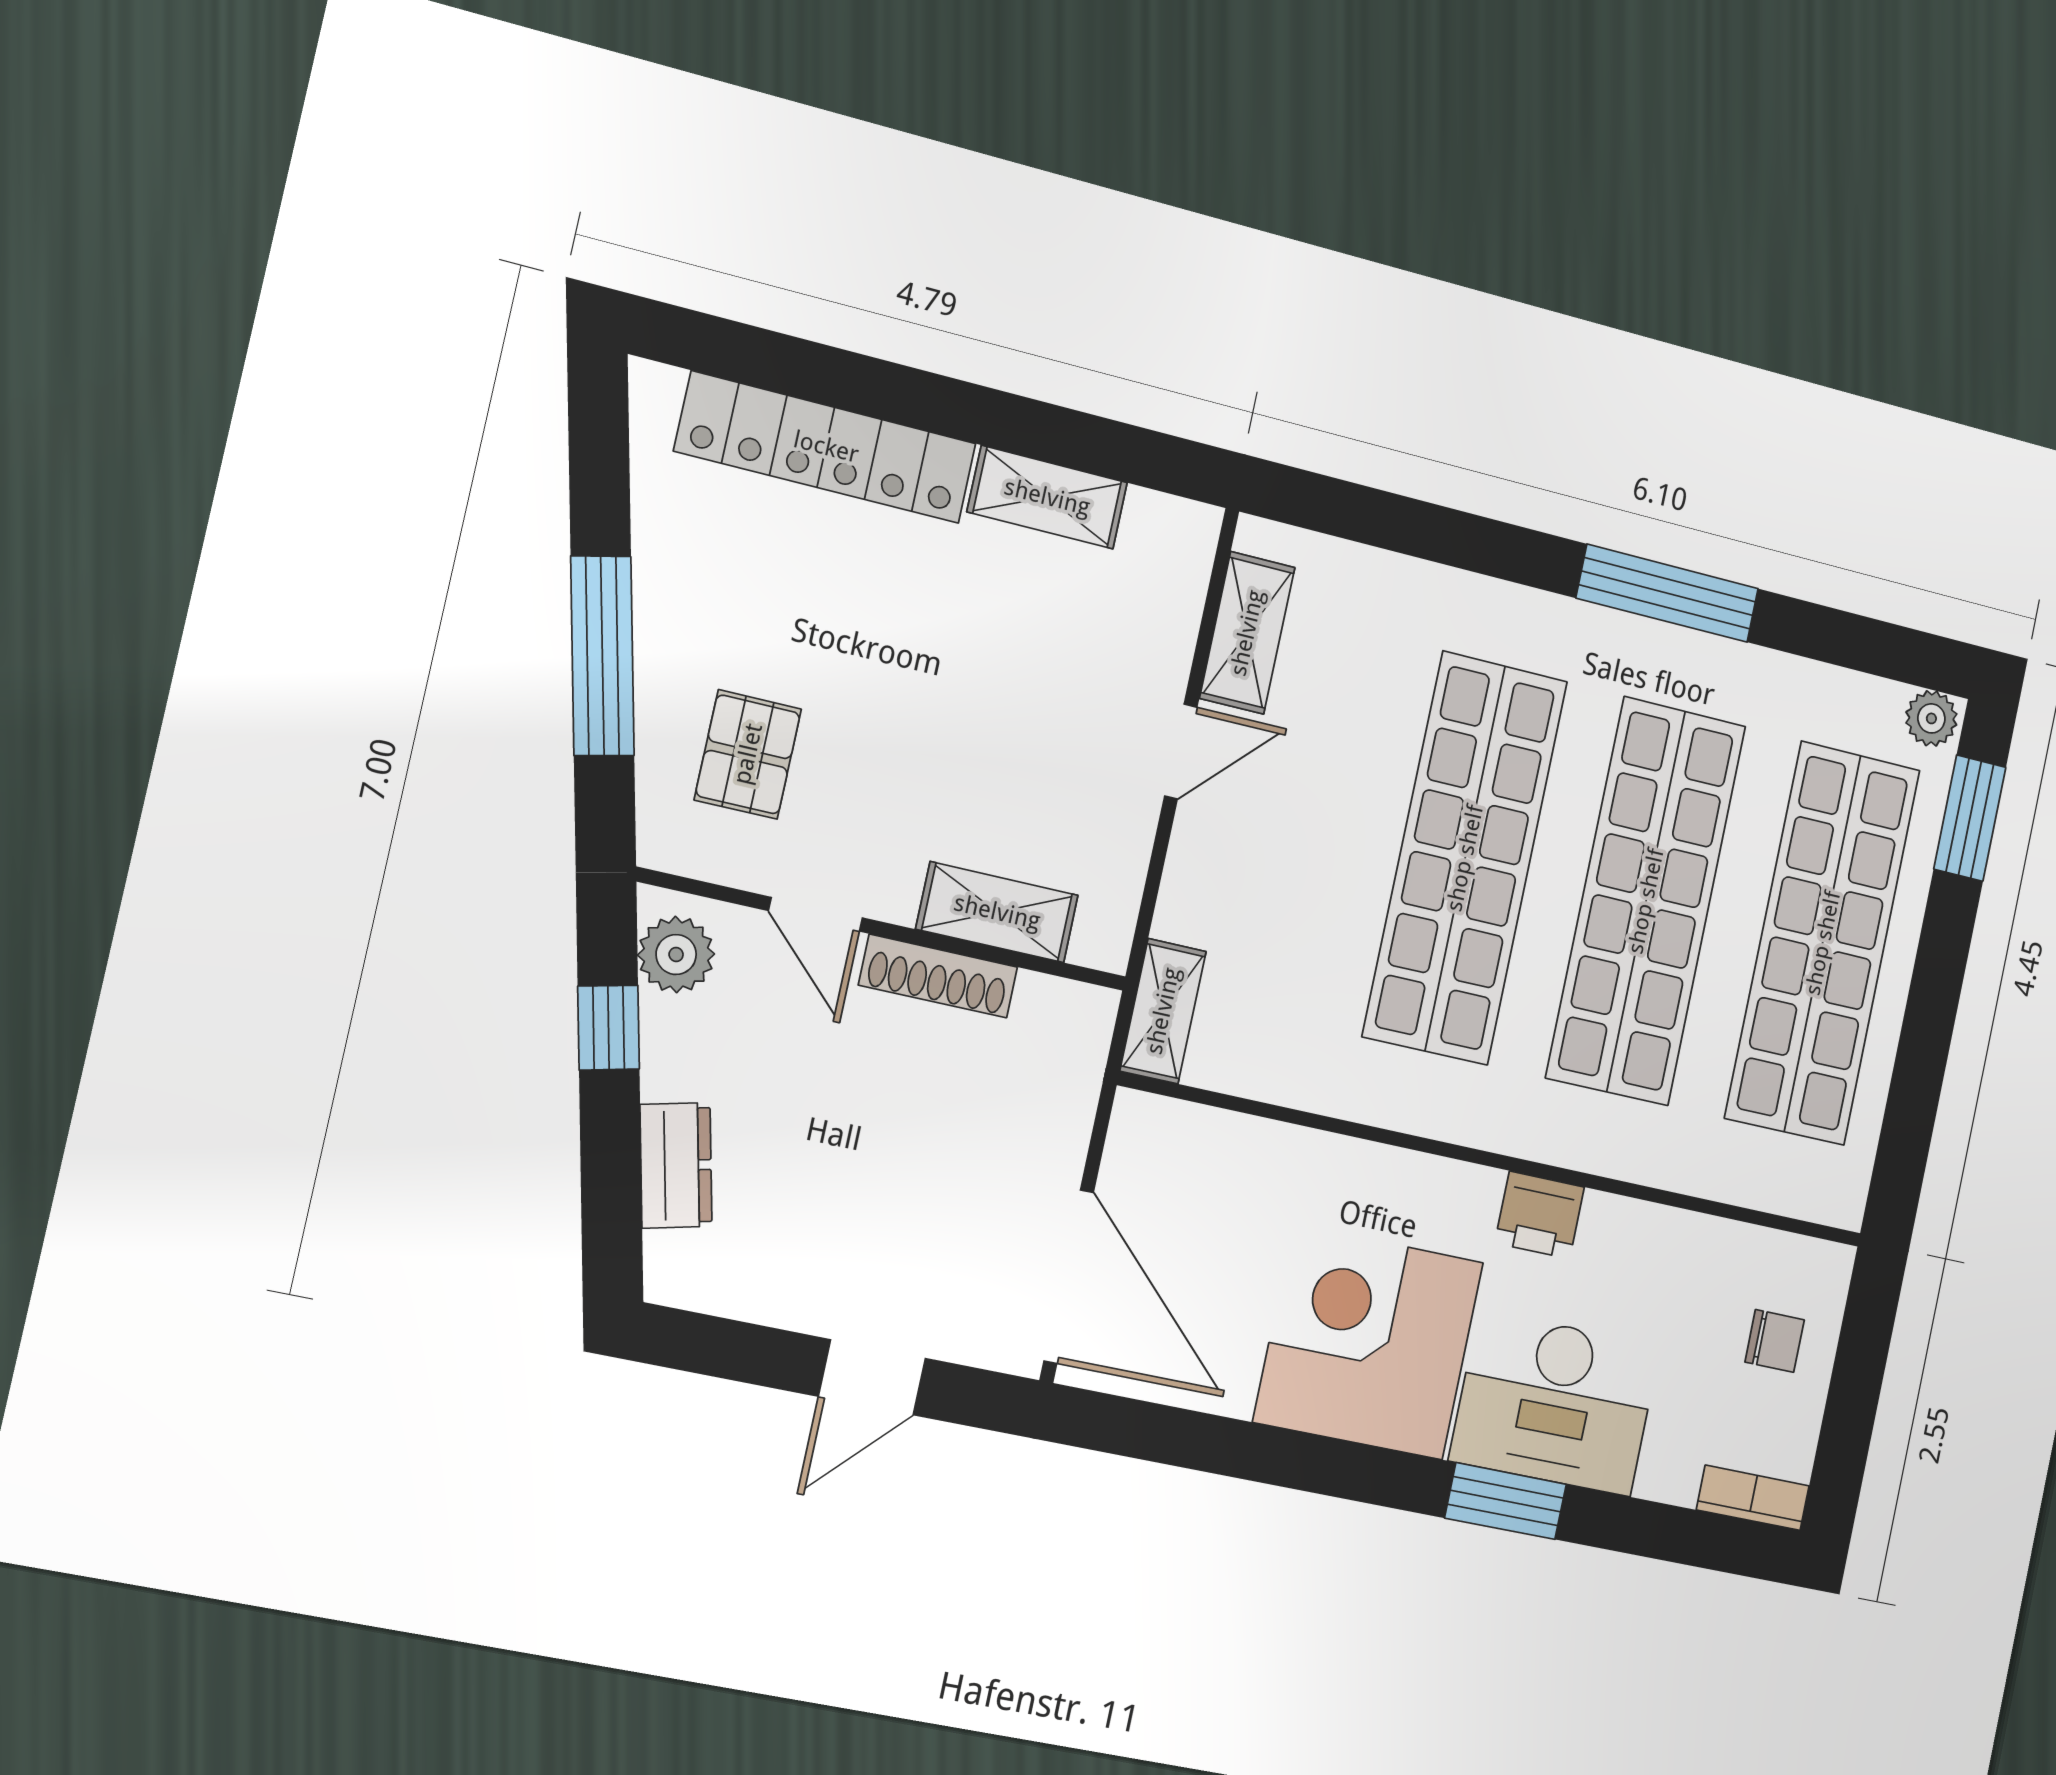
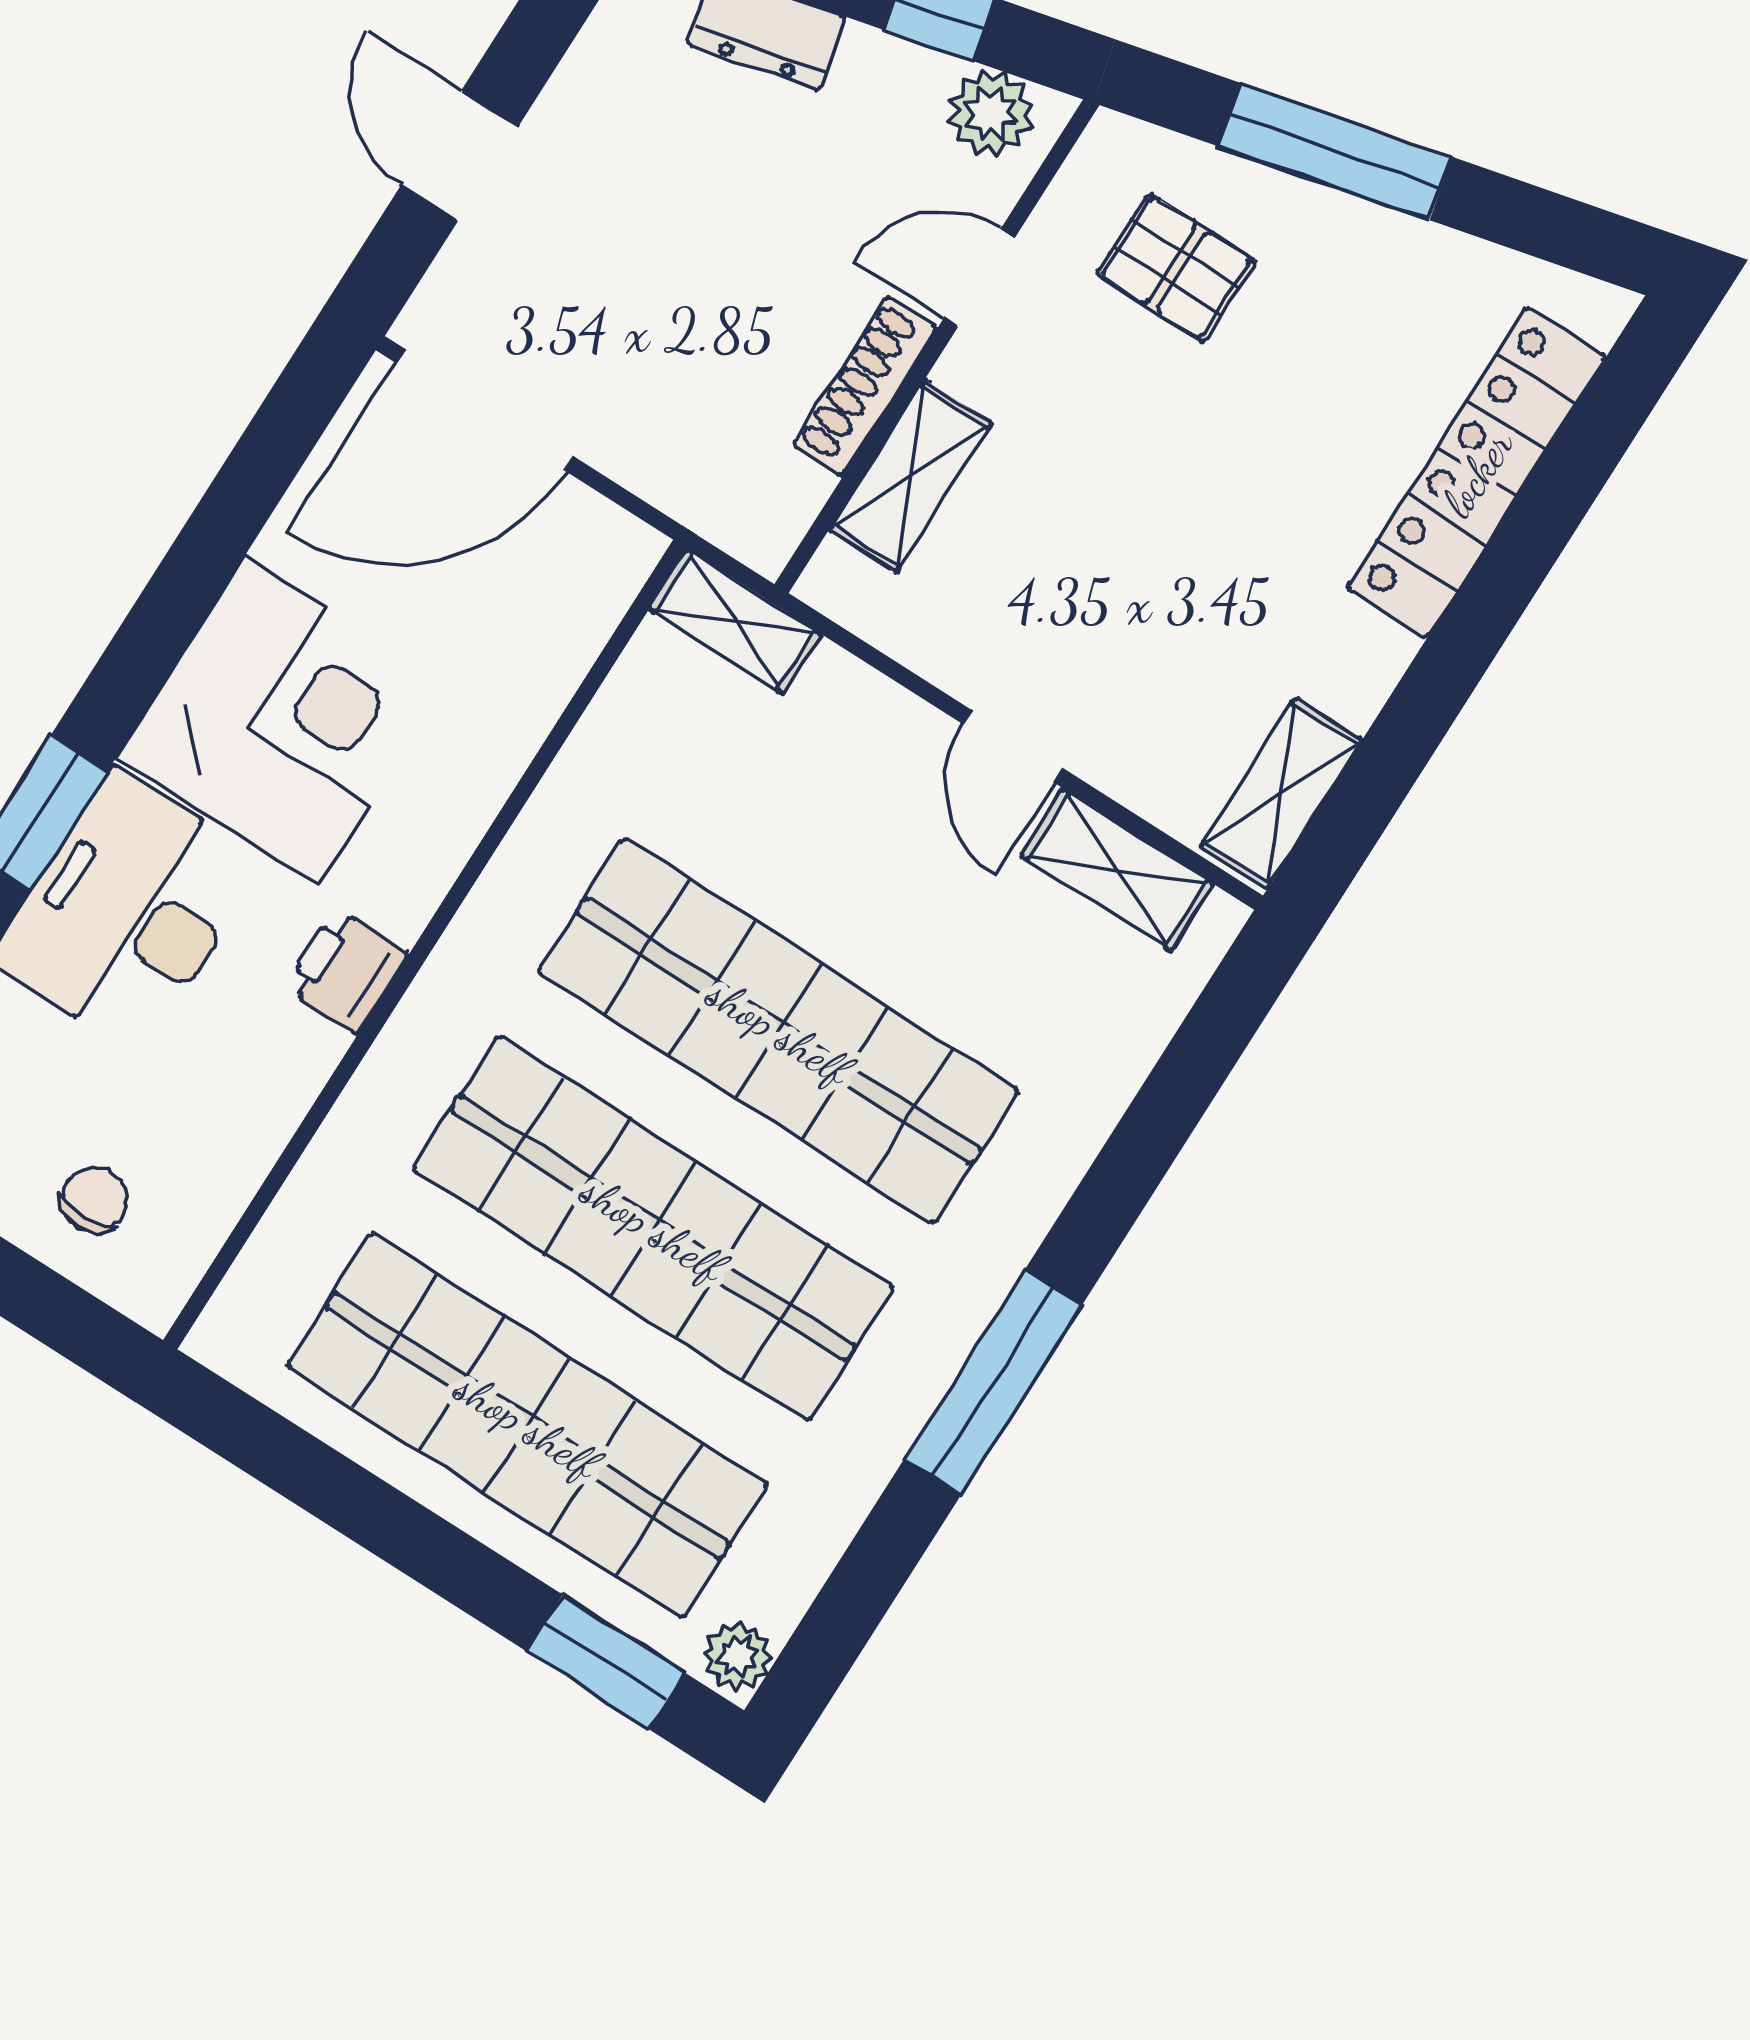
shelving: (1047, 497) -> (1281, 793), moved
chair: (1775, 1341) -> (95, 1199), turned 180

